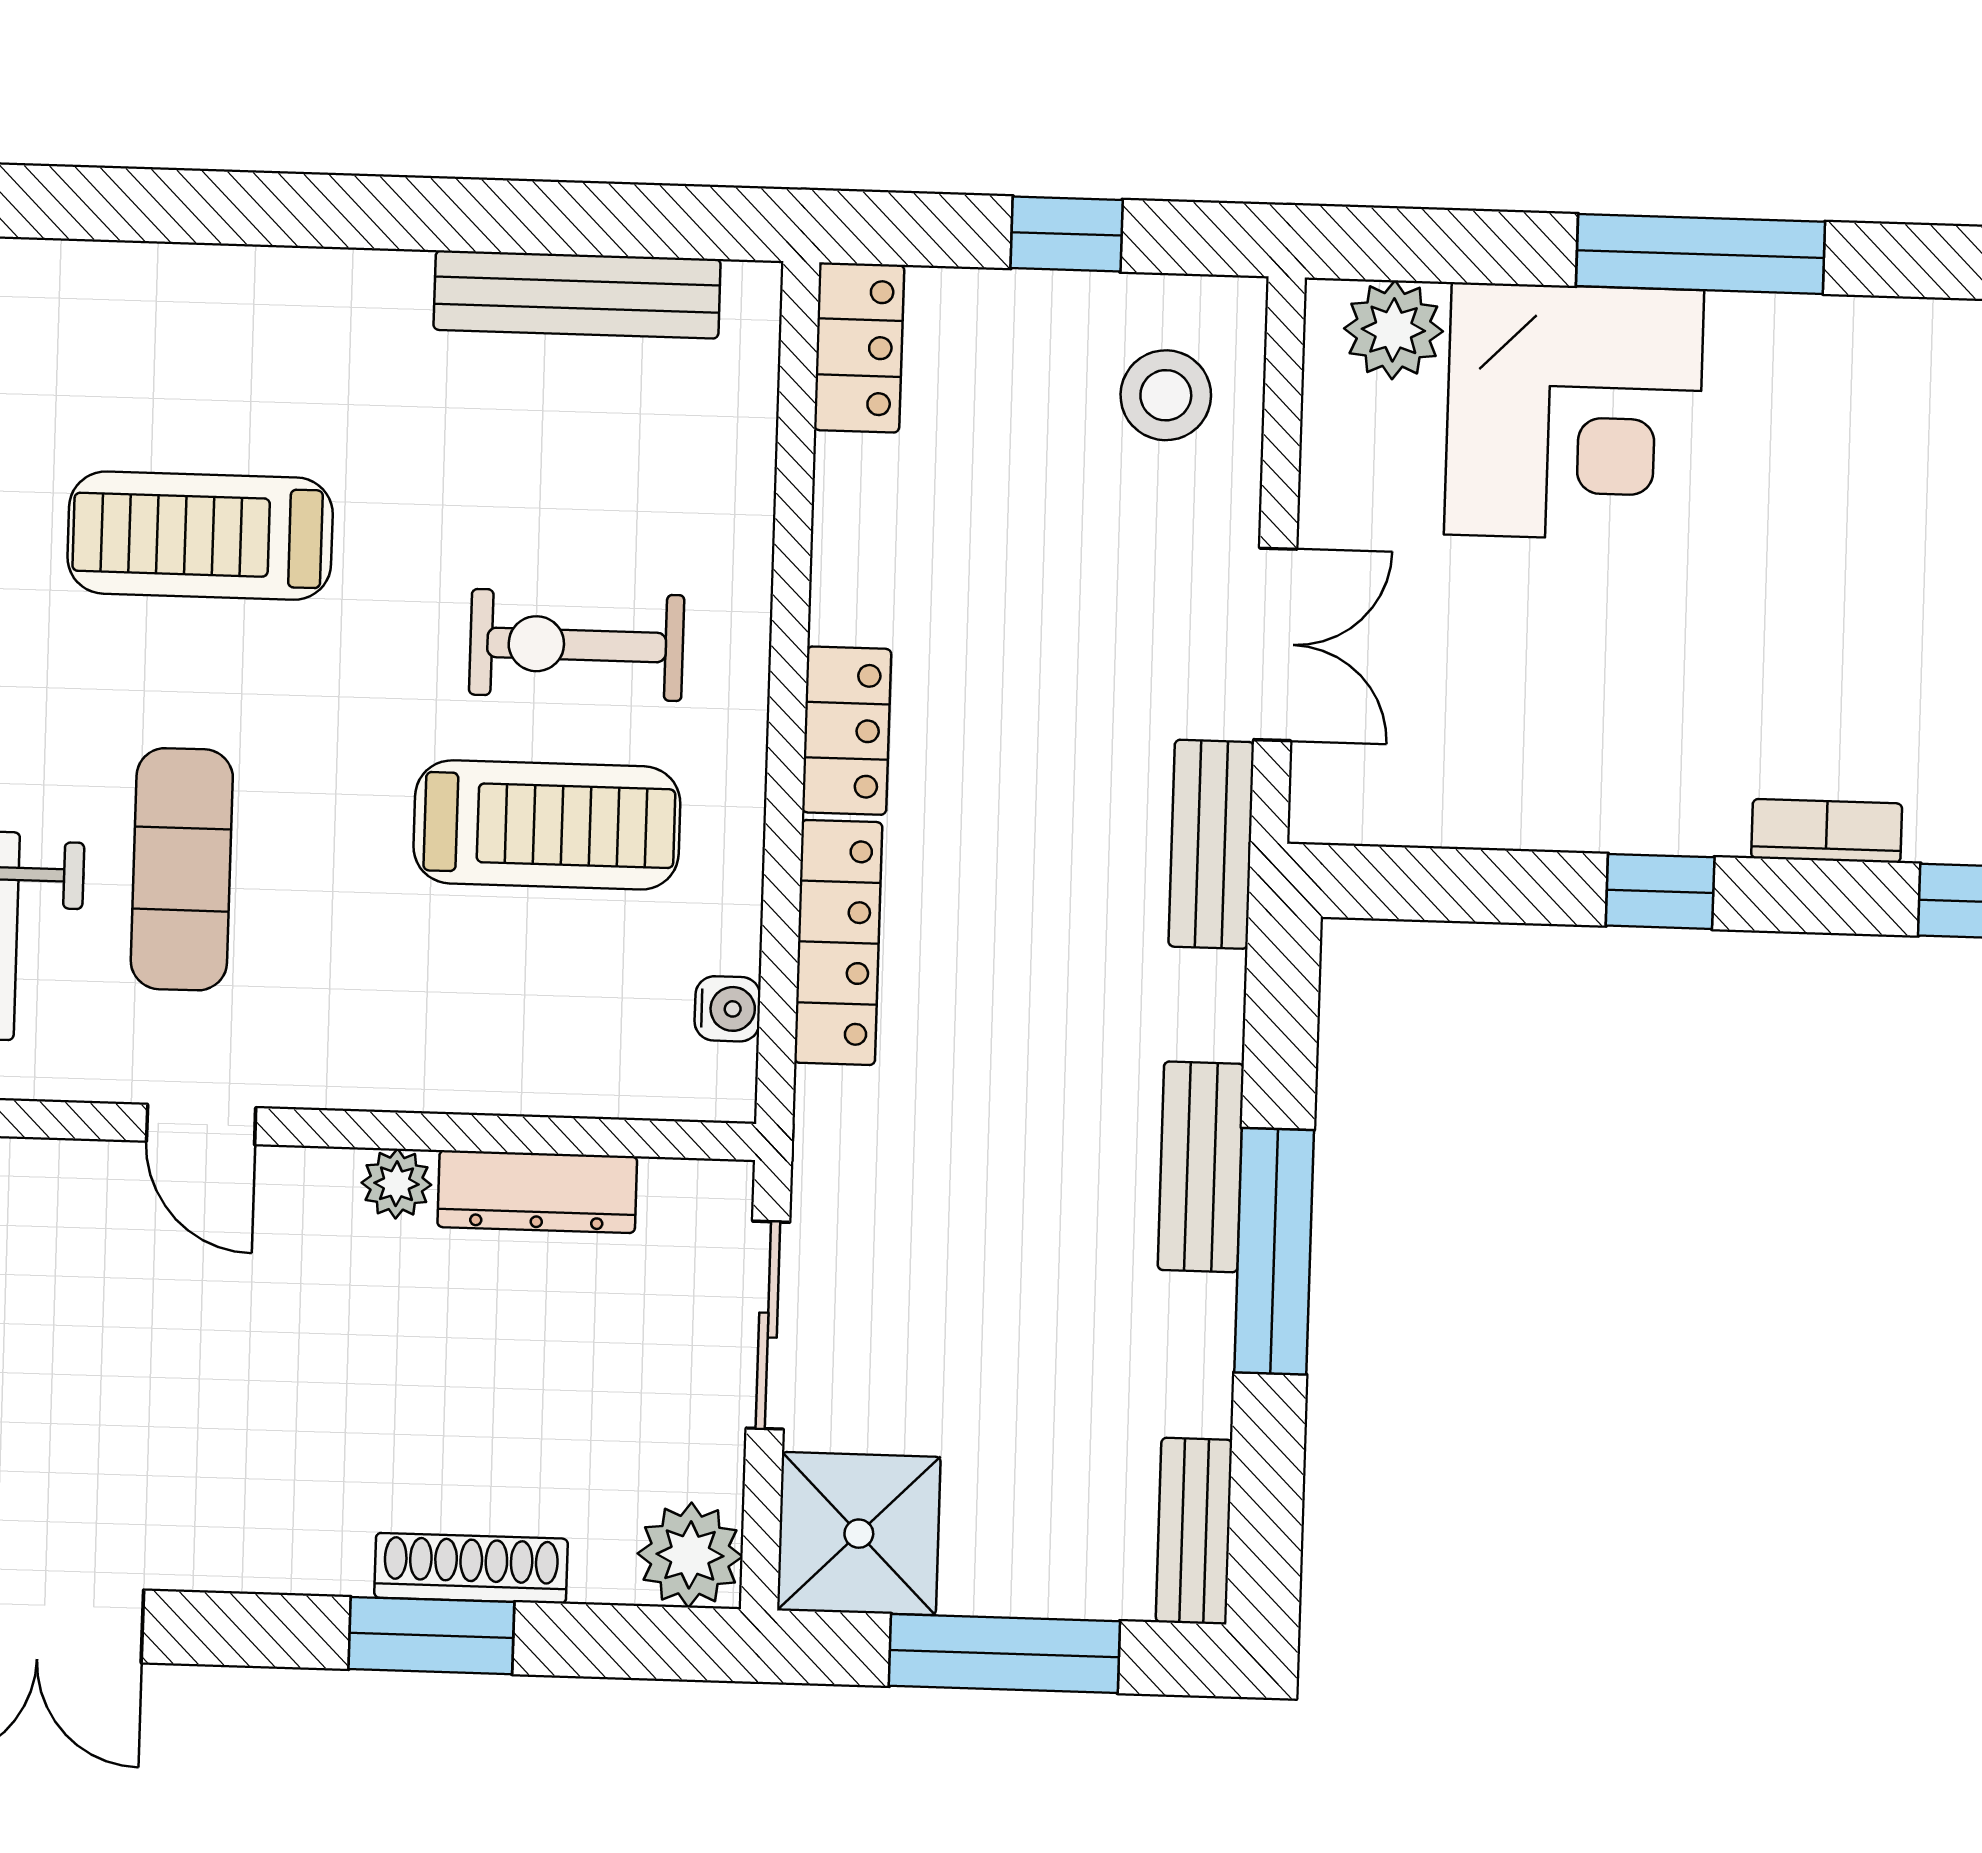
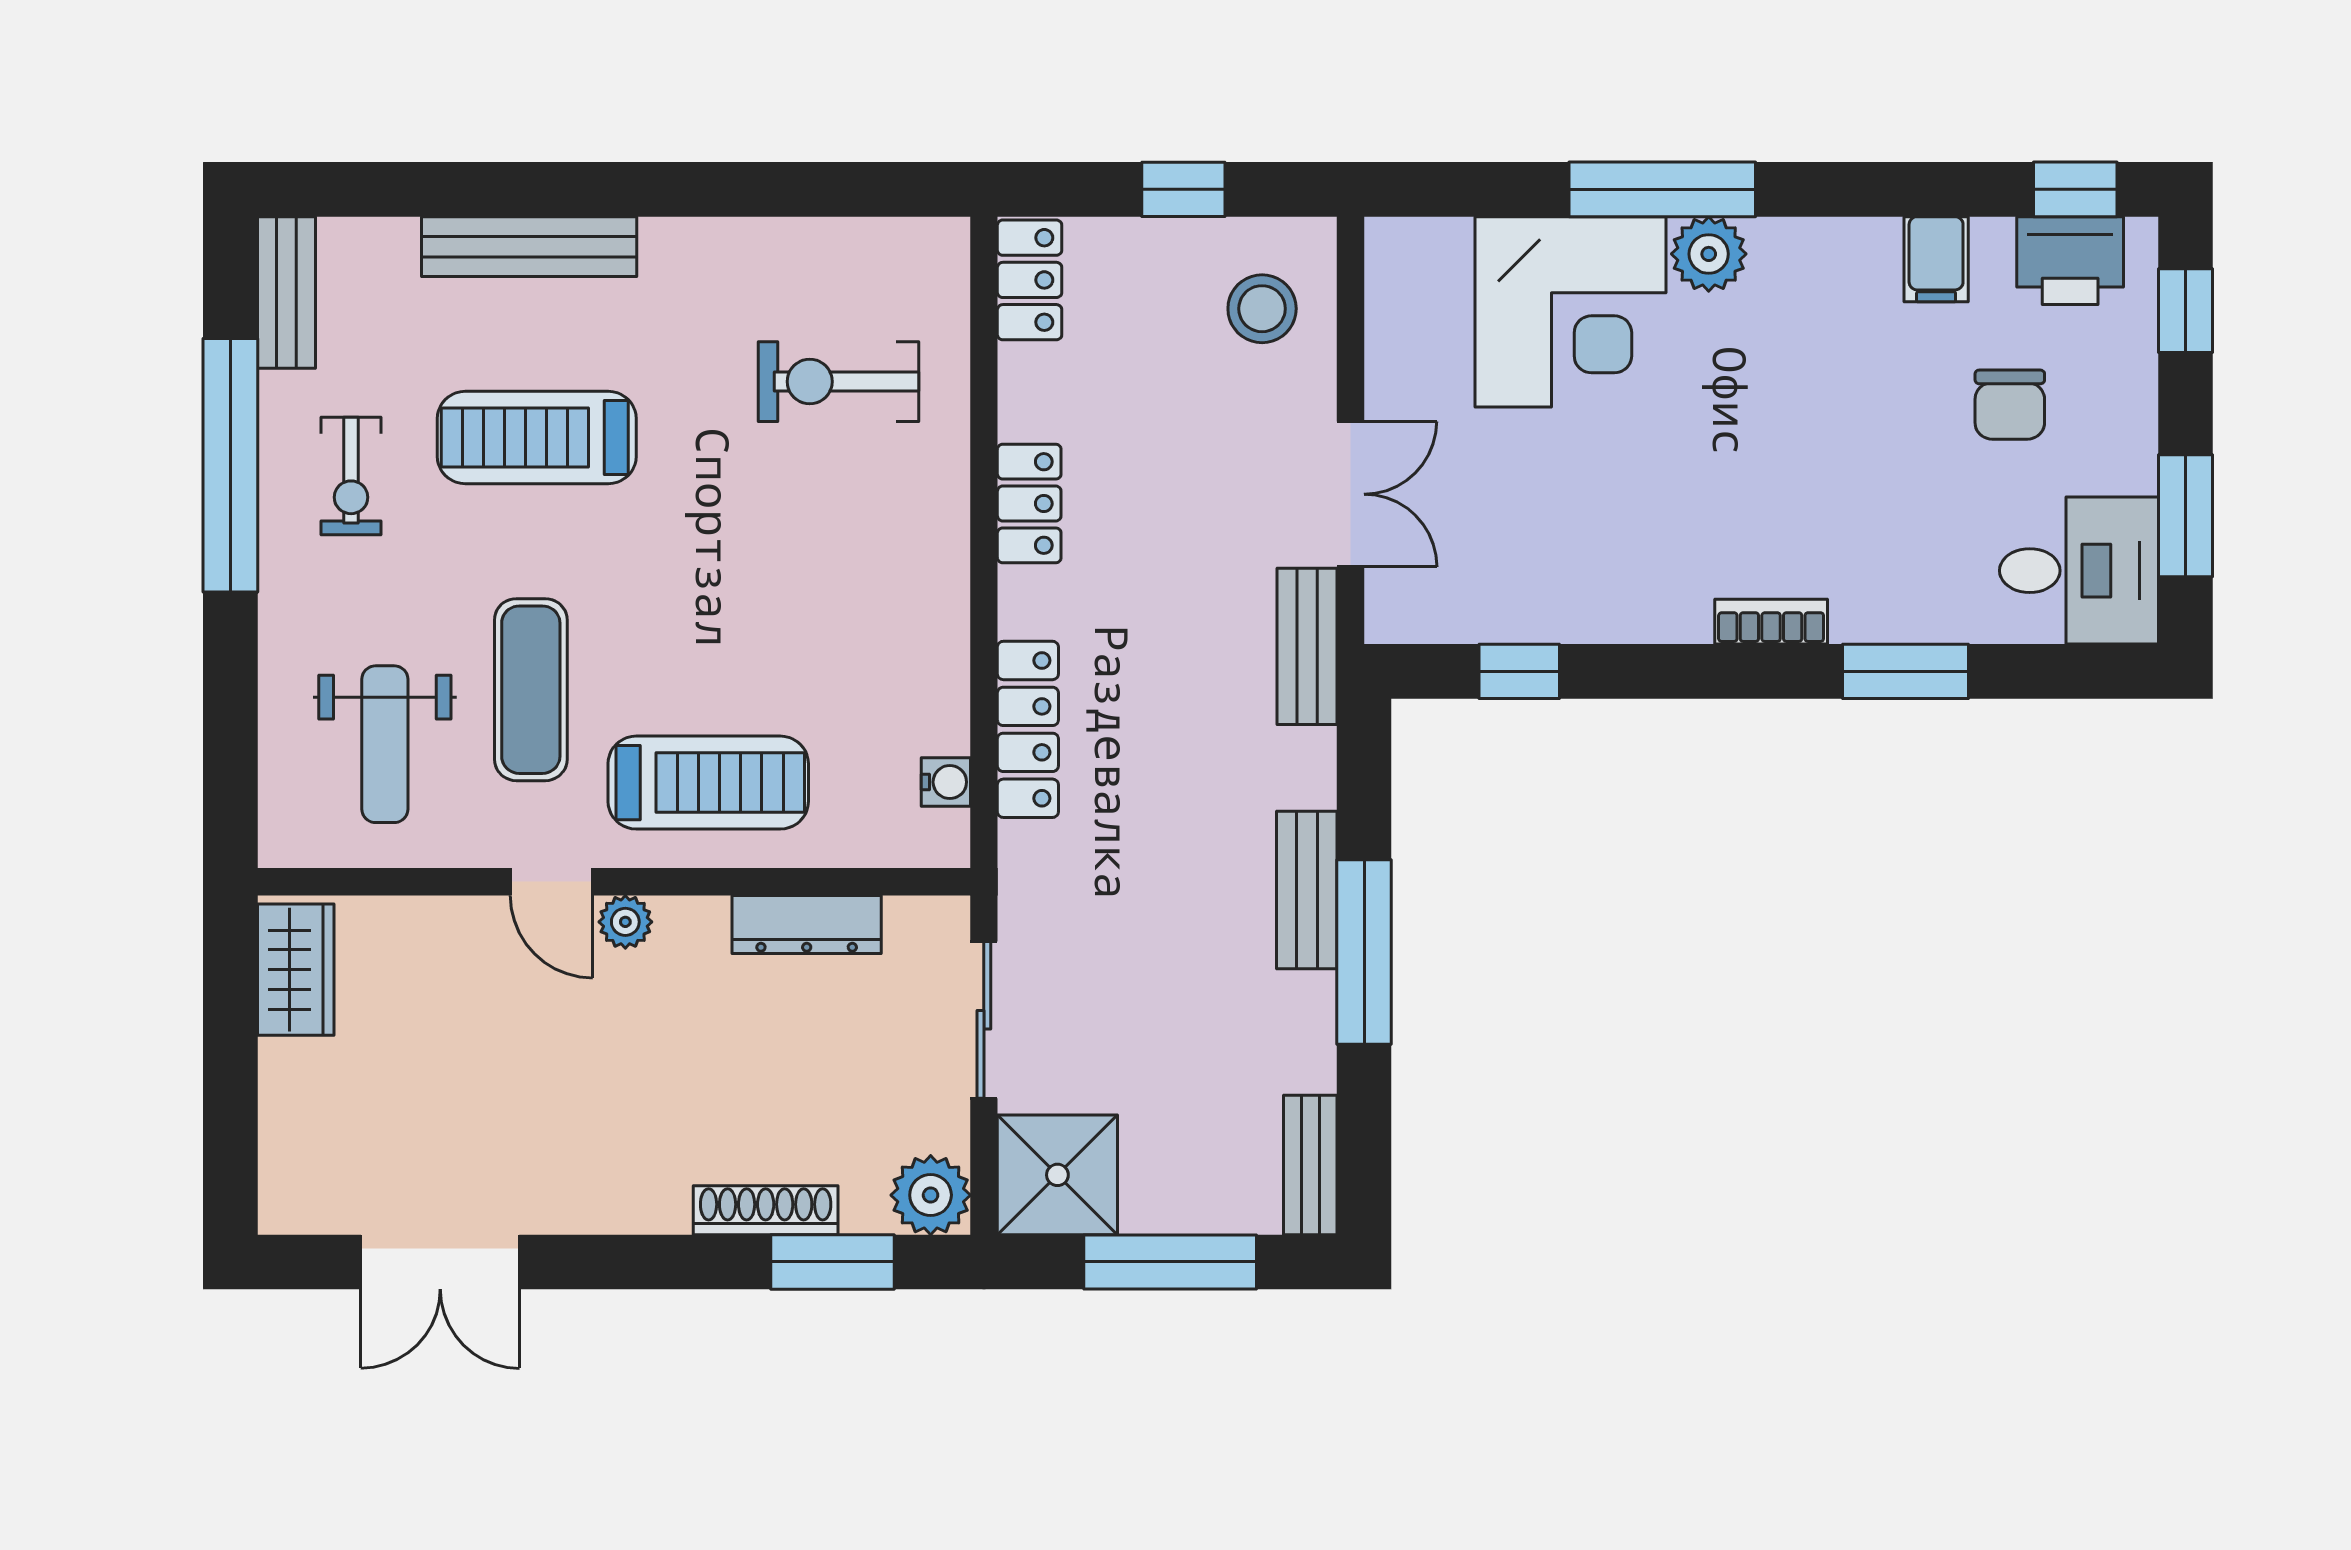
bench: (577, 294) -> (529, 247), moved
plant: (1393, 330) -> (1709, 254), moved
exercise bike: (577, 645) -> (839, 382), moved
locker: (847, 731) -> (1029, 504), moved
treadmill: (547, 825) -> (708, 783), moved
window: (1660, 891) -> (1519, 671), moved
plant: (396, 1184) -> (625, 922), moved
window: (431, 1636) -> (833, 1262), moved

